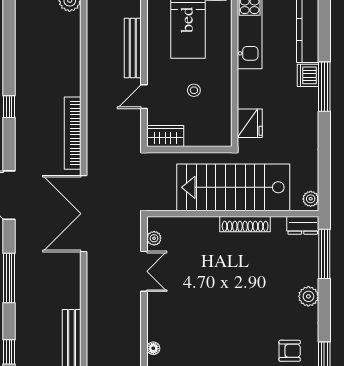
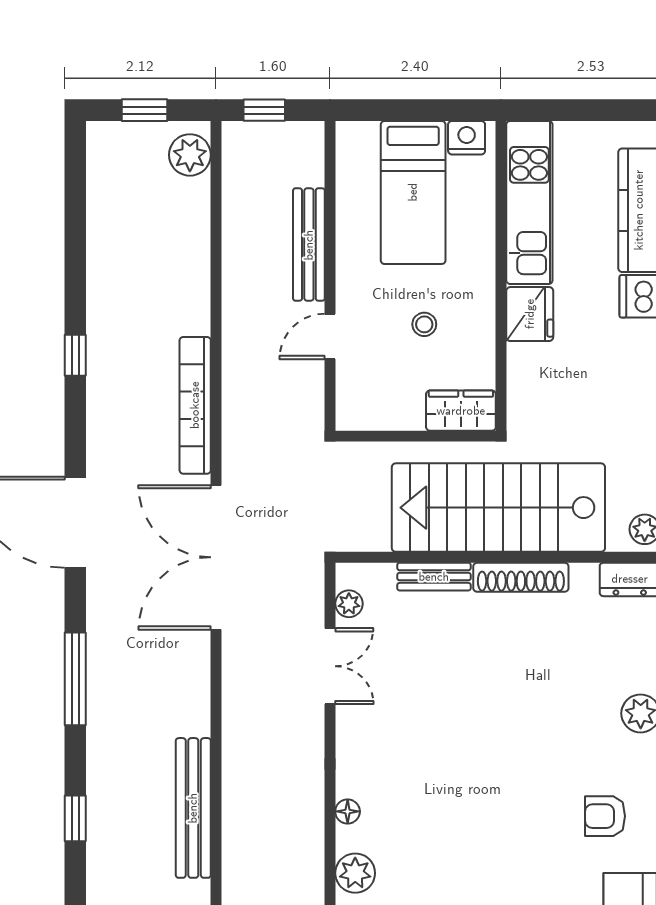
fridge: (250, 123) -> (530, 314), moved
wardrobe: (165, 136) -> (461, 411), moved
bench: (199, 224) -> (434, 577), added
armchair: (290, 351) -> (605, 816), turned 180

